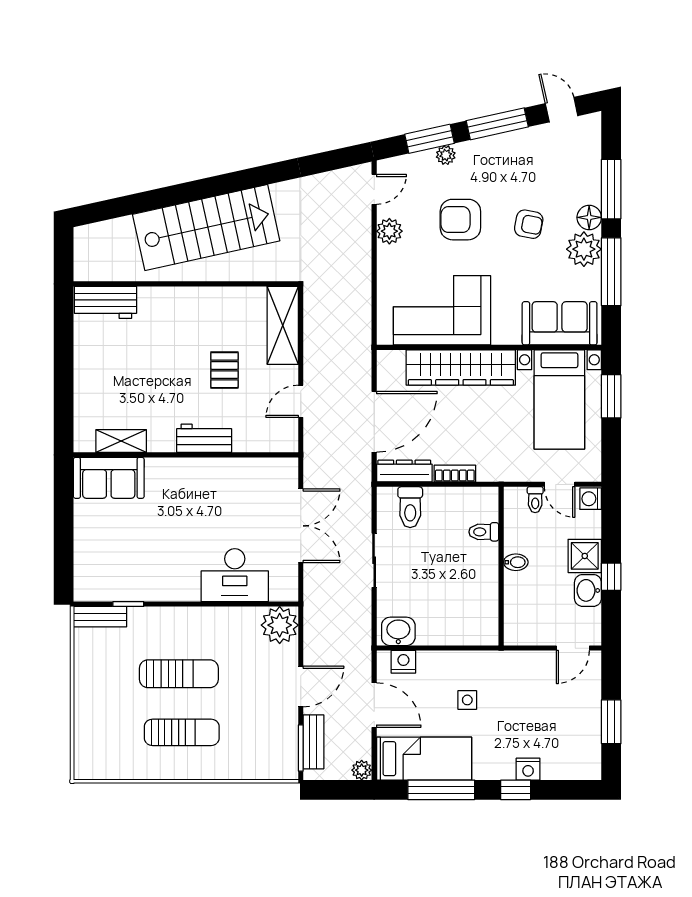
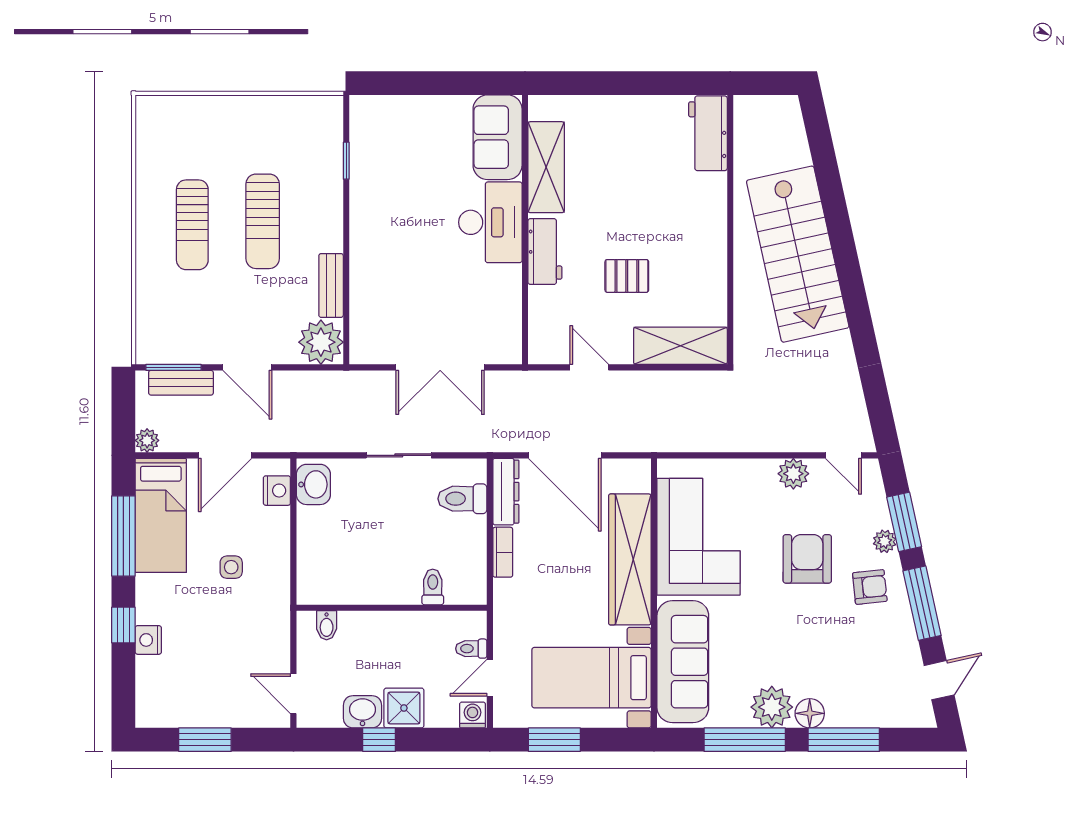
armchair: (529, 224) -> (870, 587), moved, turned -107
sofa: (560, 323) -> (683, 662), width x1.36
window: (611, 396) -> (554, 740), moved
shelving: (121, 441) -> (546, 167), width x1.50, depth x1.33
bidet: (516, 562) -> (327, 625), moved
desk: (235, 575) -> (490, 222), moved, turned 180
bench: (100, 617) -> (331, 285), moved

